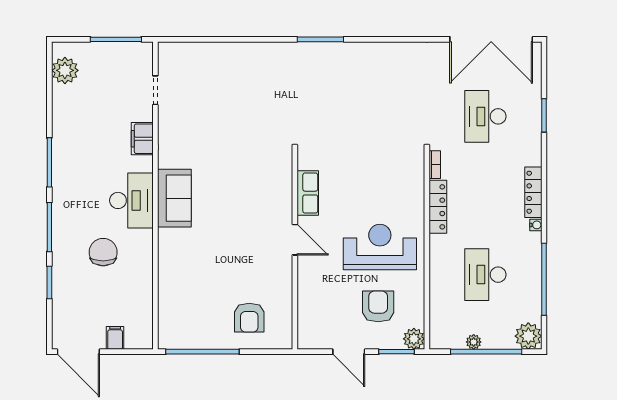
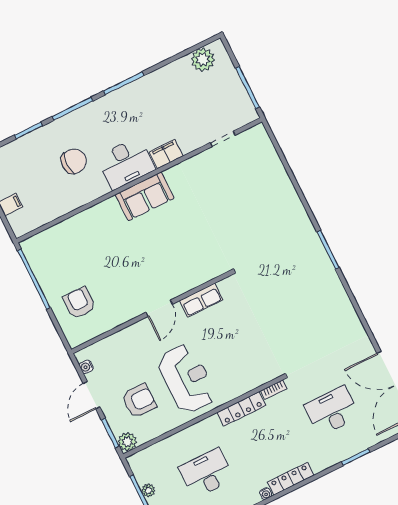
filing cabinet: (142, 139) -> (166, 154), moved
armchair: (249, 318) -> (79, 303), turned 90
water cooler: (317, 343) -> (86, 367), added

